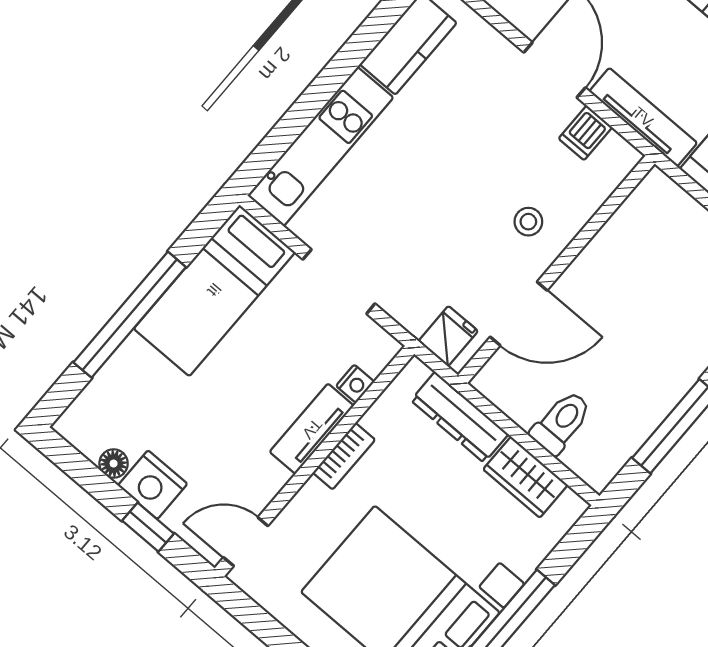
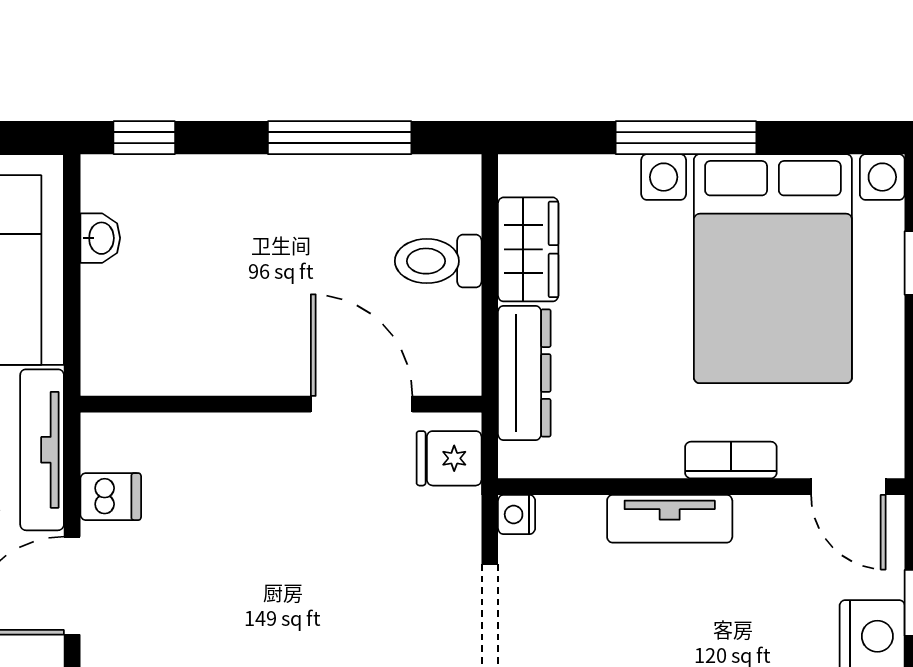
stool: (528, 222) -> (256, 477), removed
nightstand: (355, 384) -> (517, 514), moved, turned -90
bookcase: (344, 456) -> (731, 460), moved

